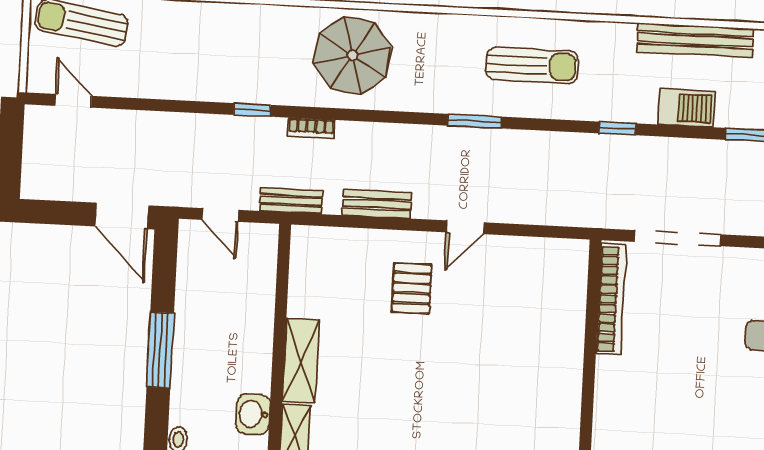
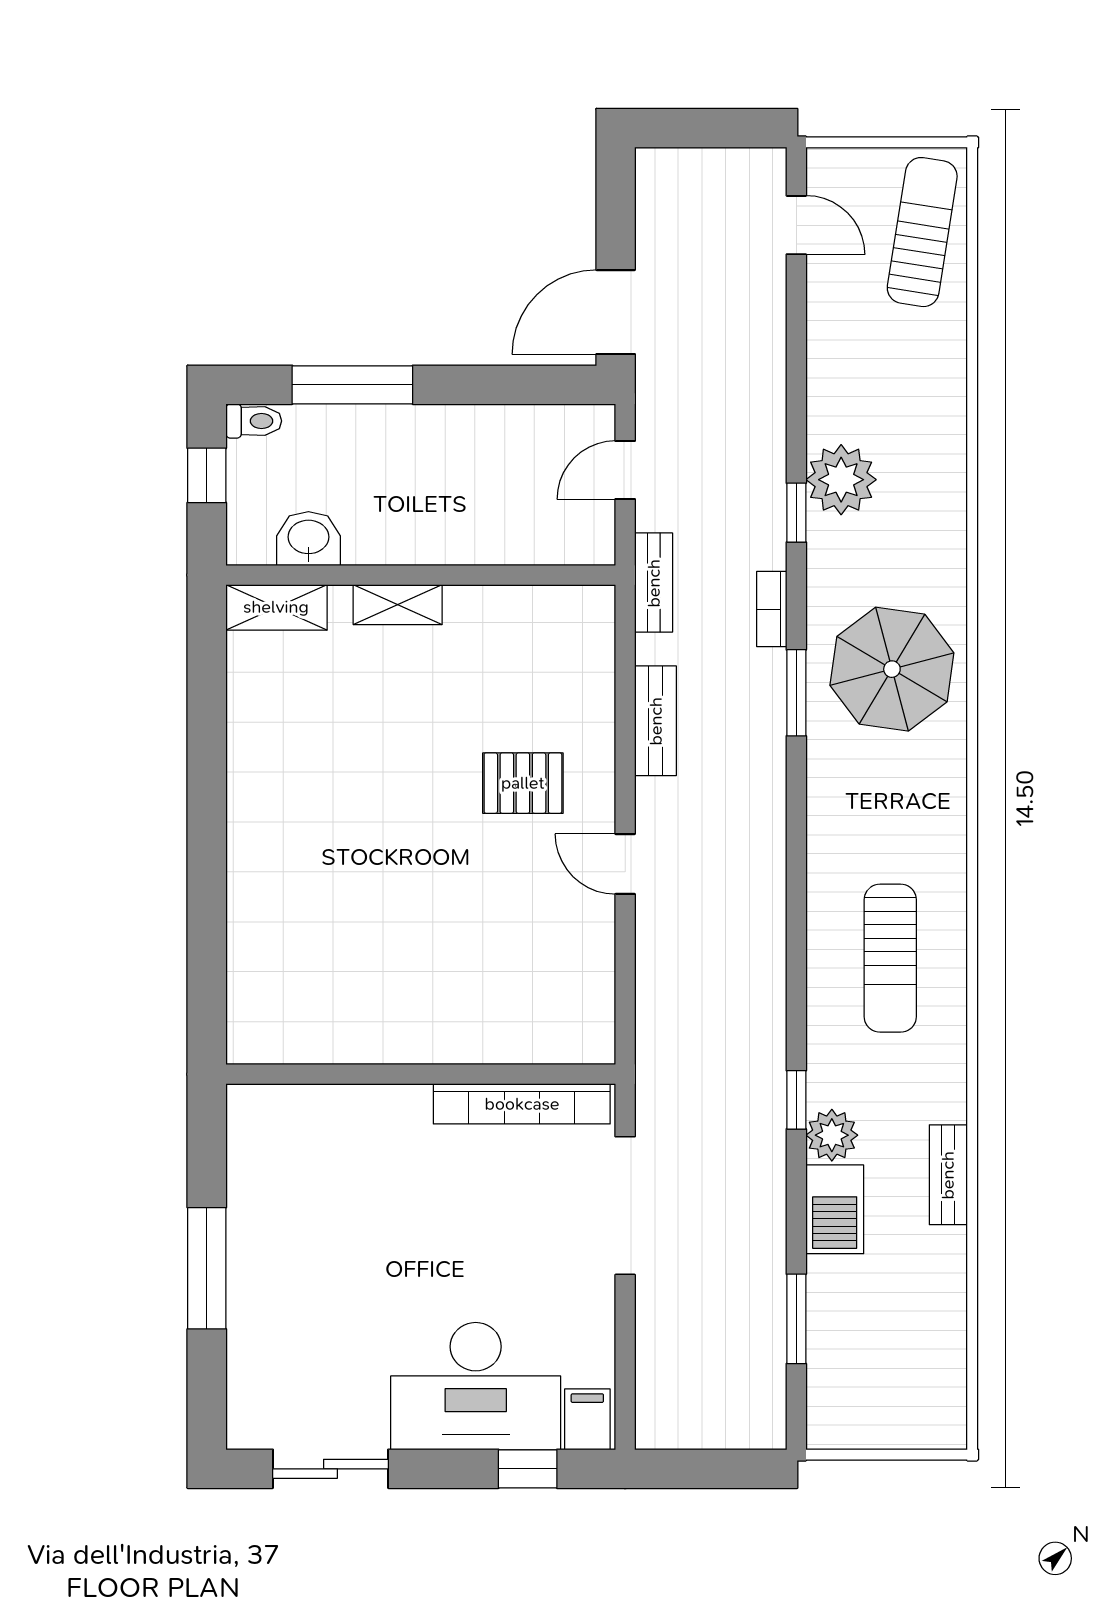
bench: (695, 40) -> (948, 1175), width x0.54, depth x0.82
plant: (233, 81) -> (841, 480), added
door: (73, 101) -> (796, 225), hinge flipped
plant: (640, 107) -> (832, 1135), added
window: (475, 121) -> (796, 693), moved
window: (160, 350) -> (352, 385), moved
shelving: (301, 361) -> (398, 605), width x0.67, depth x0.75

